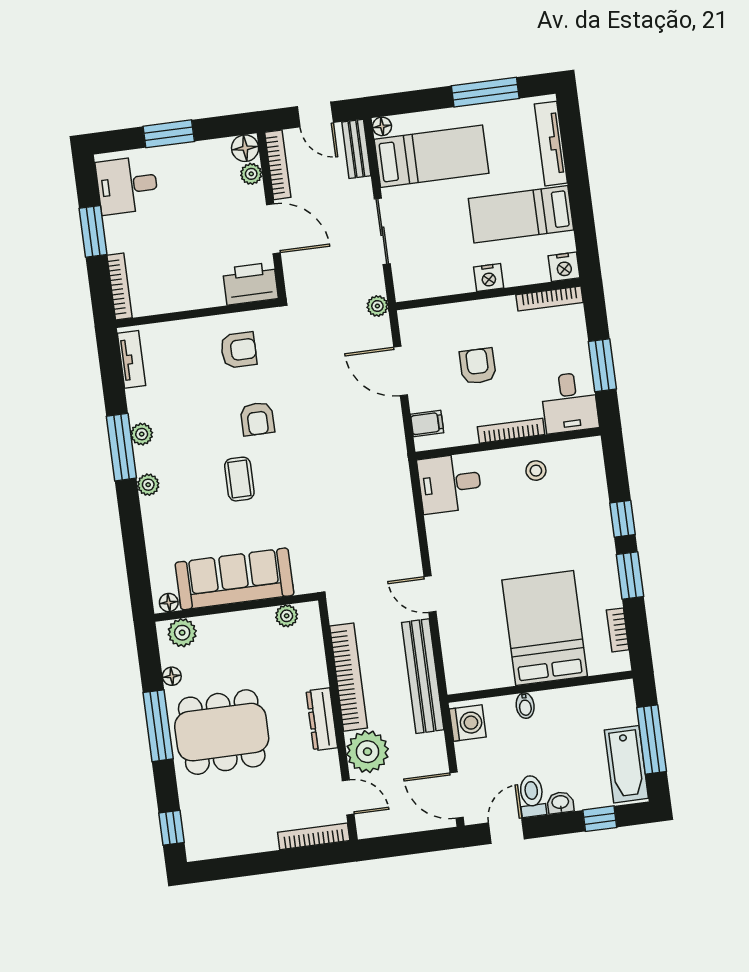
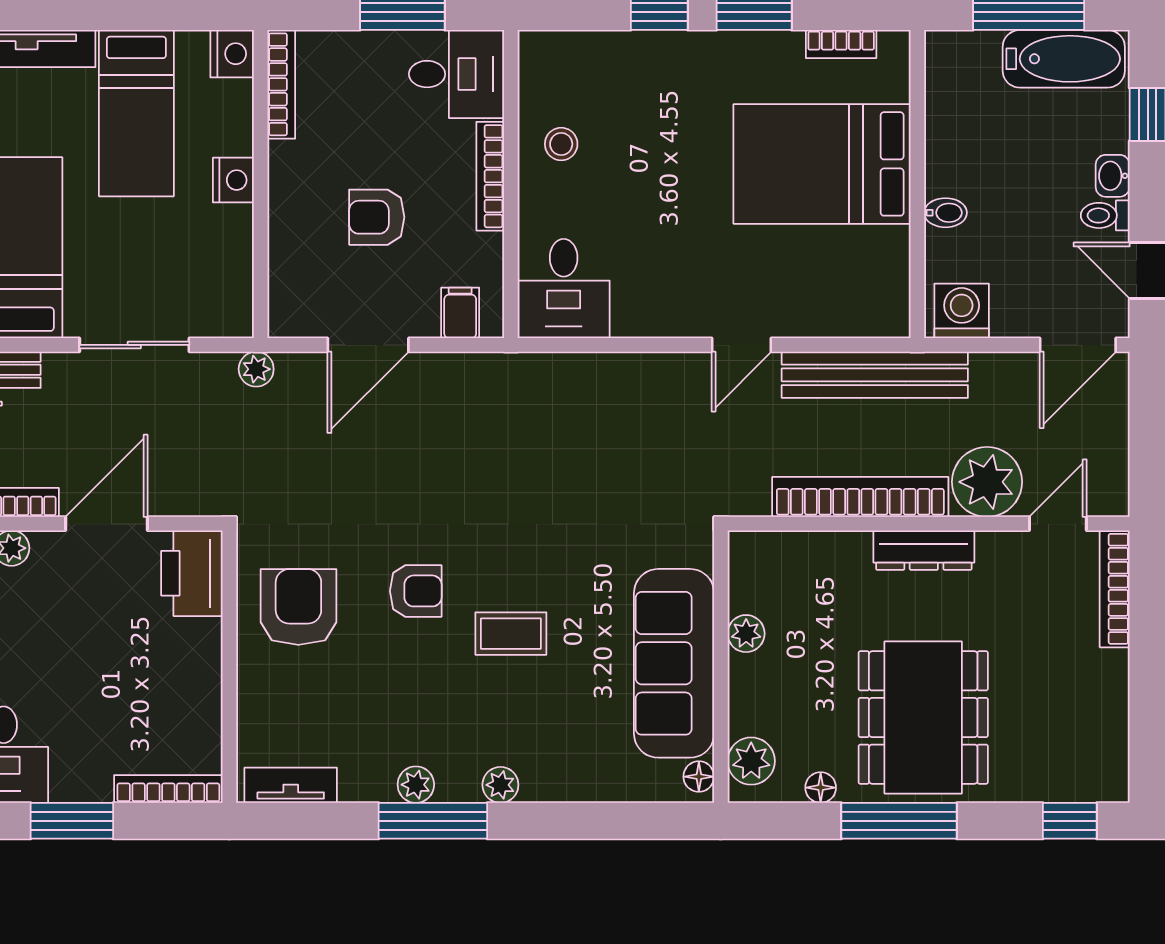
armchair: (239, 350) -> (298, 607), width x1.38, depth x1.38
plant: (287, 616) -> (746, 634), moved
toilet: (532, 796) -> (1105, 215), width x0.73, depth x0.72

